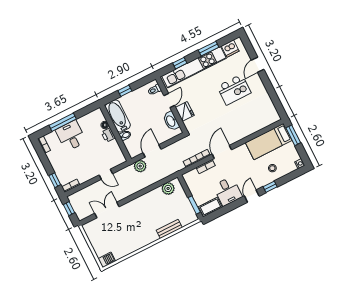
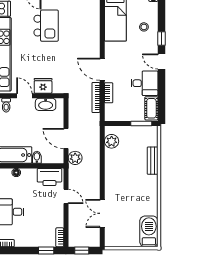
printer: (108, 135) -> (49, 177), moved, width x1.87, depth x1.48
door: (106, 174) -> (66, 196), hinge flipped
barbecue: (107, 260) -> (149, 231), width x1.88, depth x1.53

